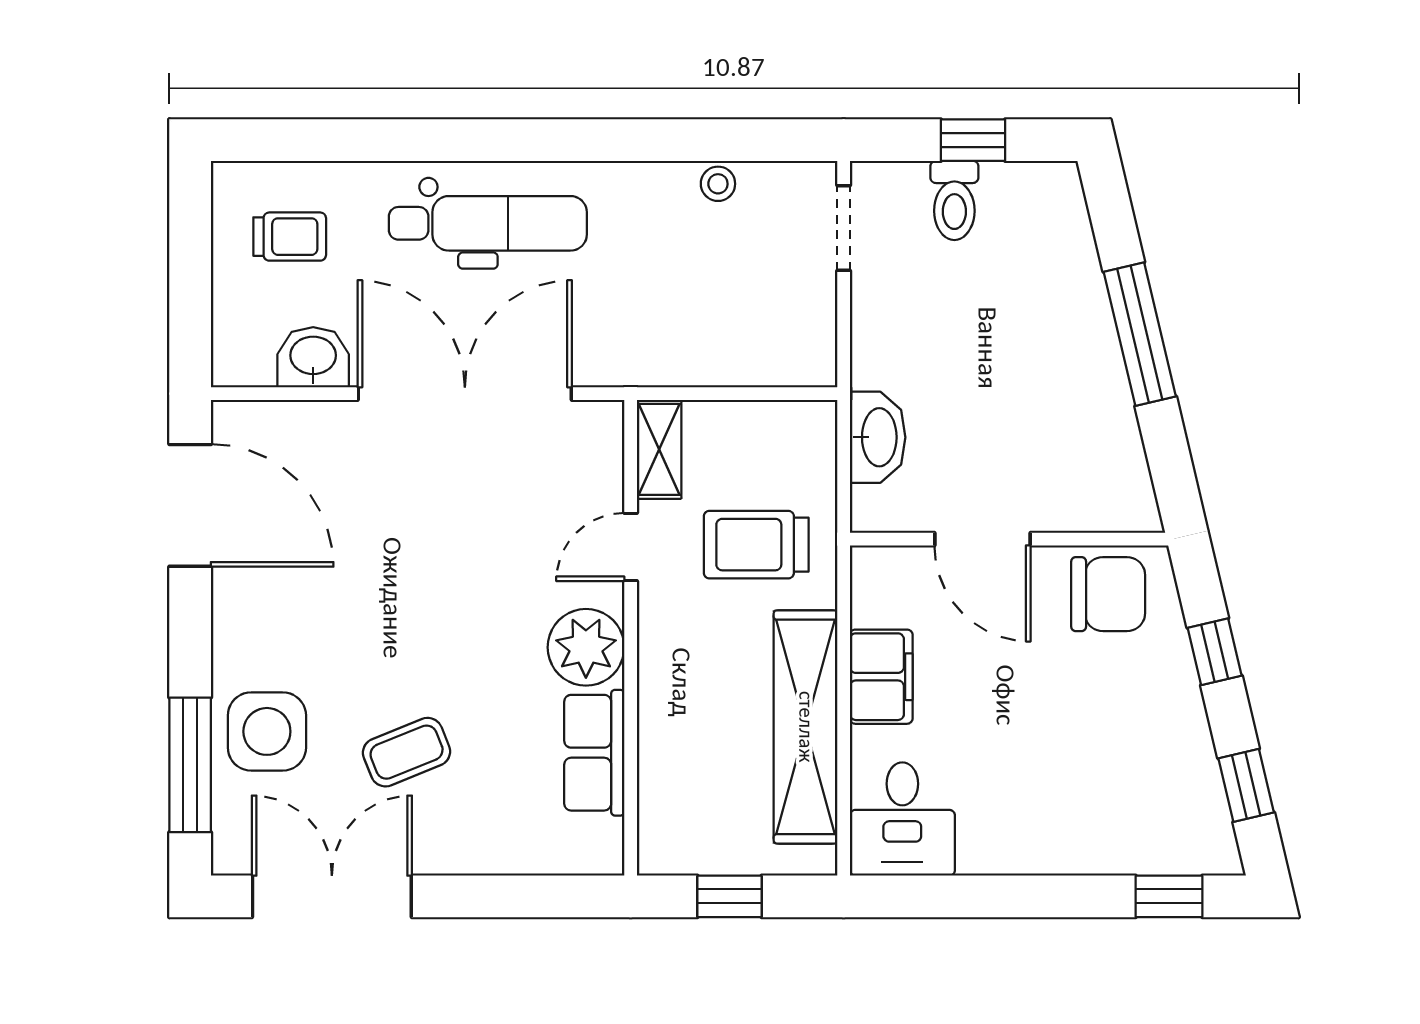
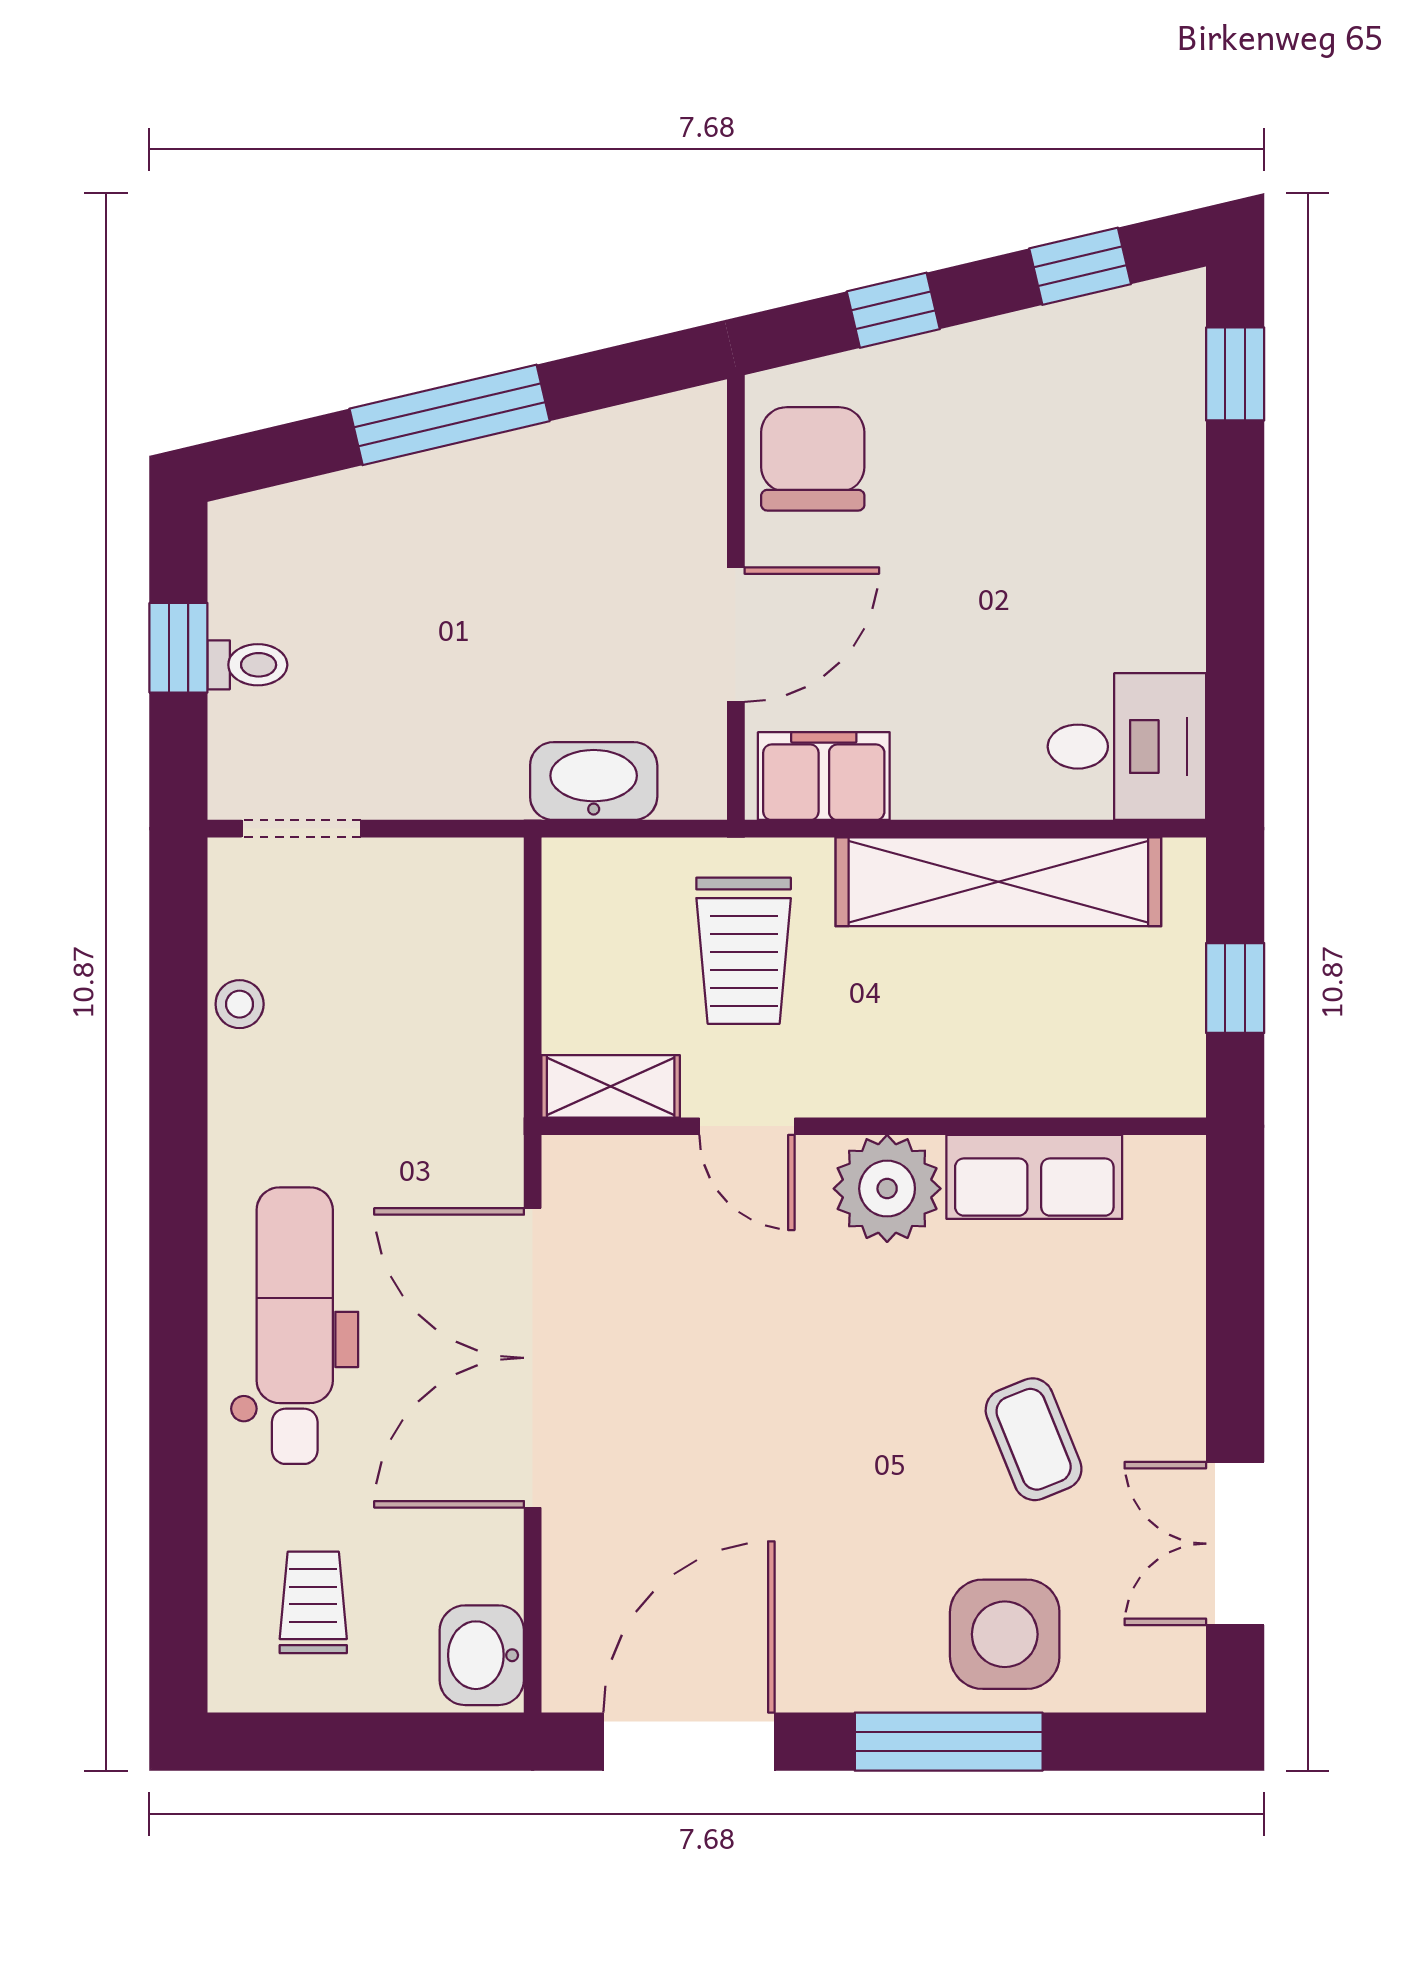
toilet: (954, 200) -> (247, 665), width x0.73, depth x0.72
washbasin: (313, 357) -> (482, 1655), moved
filing cabinet: (881, 677) -> (824, 776), moved
window: (190, 765) -> (949, 1742), moved
double door: (332, 896) -> (1235, 1544), width x0.73

